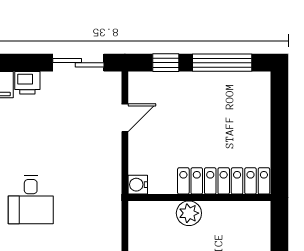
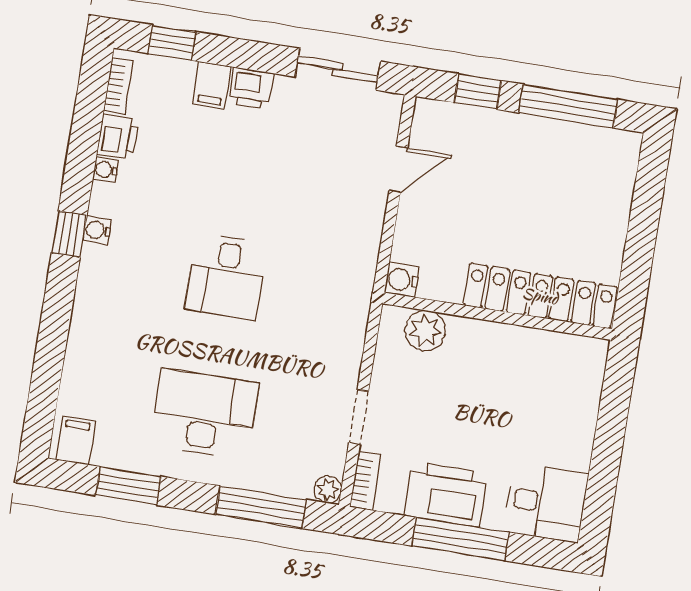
plant: (189, 213) -> (425, 331), moved

